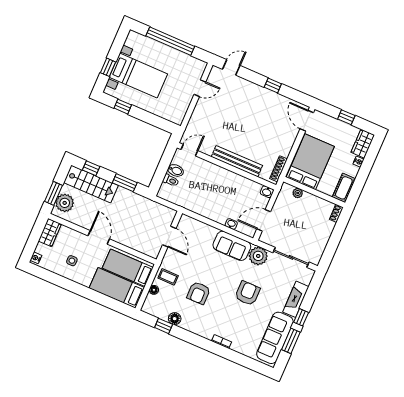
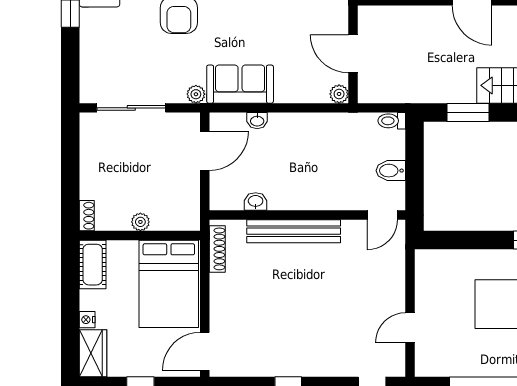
door: (307, 121) -> (205, 351), swing flipped
toilet: (171, 180) -> (392, 121), moved
washbasin: (267, 192) -> (256, 201), moved
plant: (298, 193) -> (140, 222), moved
plant: (185, 220) -> (339, 94), added
plant: (258, 256) -> (196, 94), width x0.53, depth x0.53
fireplace: (296, 299) -> (92, 40), removed

